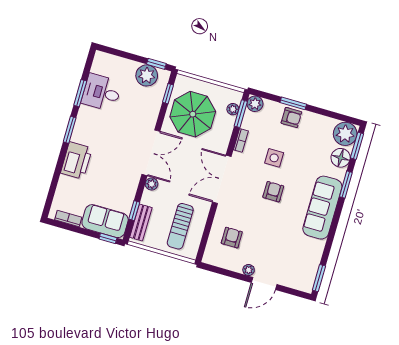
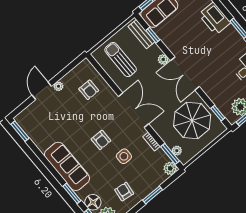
armchair: (291, 118) -> (124, 192), moved, turned 97

